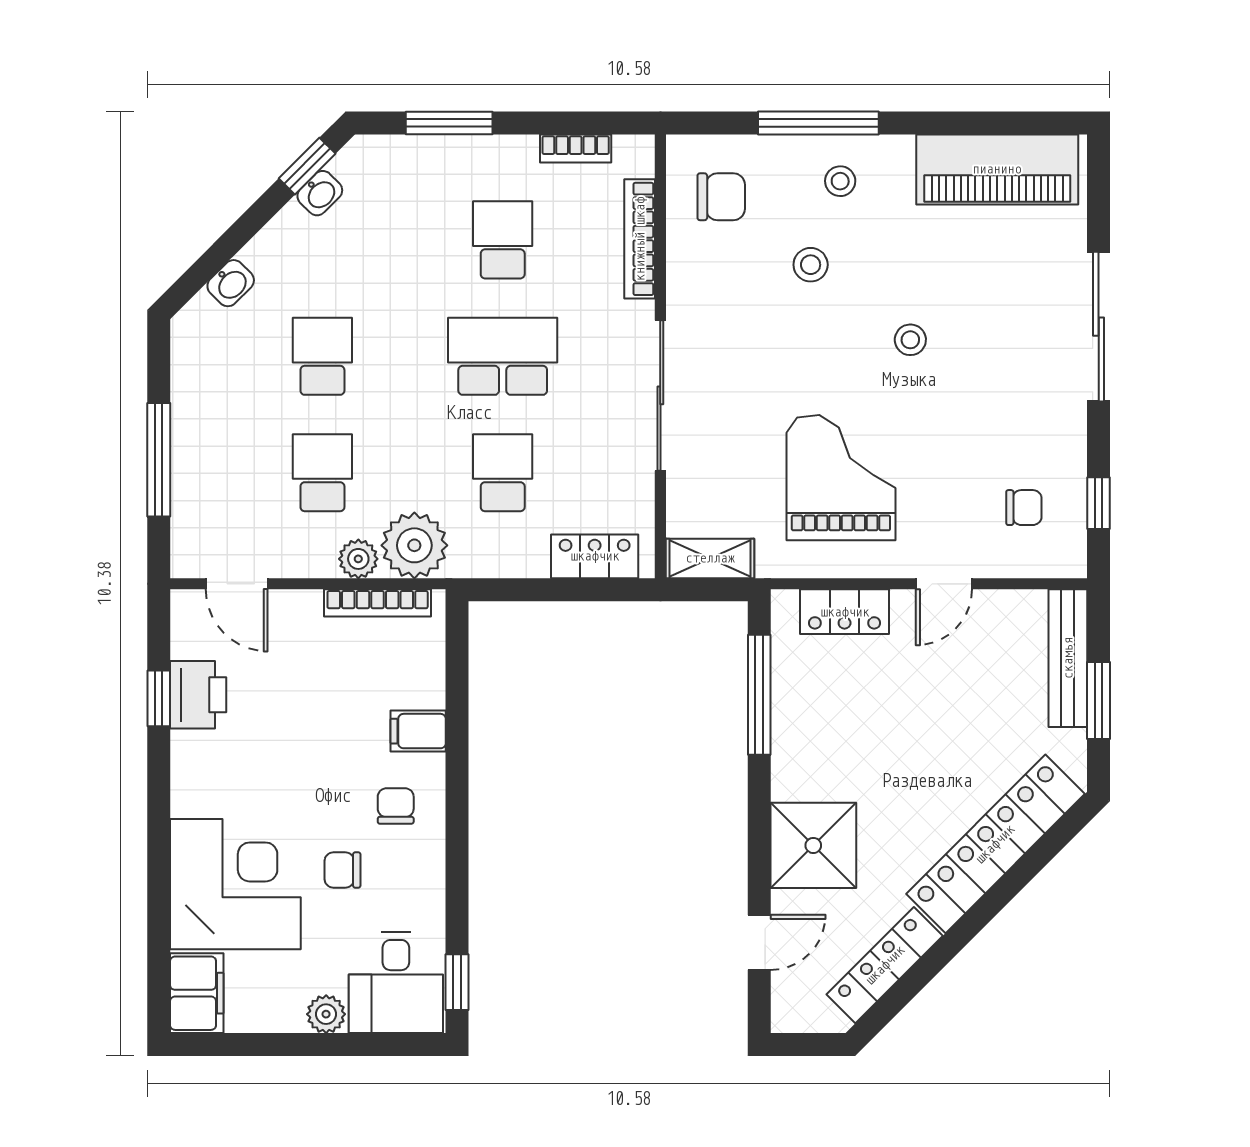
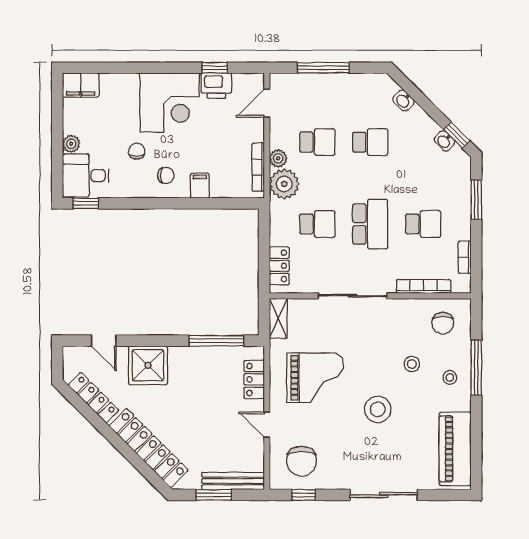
stool: (910, 340) -> (378, 409), width x1.89, depth x1.89
chair: (1024, 508) -> (301, 461), width x1.87, depth x1.87
corner desk: (235, 884) -> (170, 103), moved

